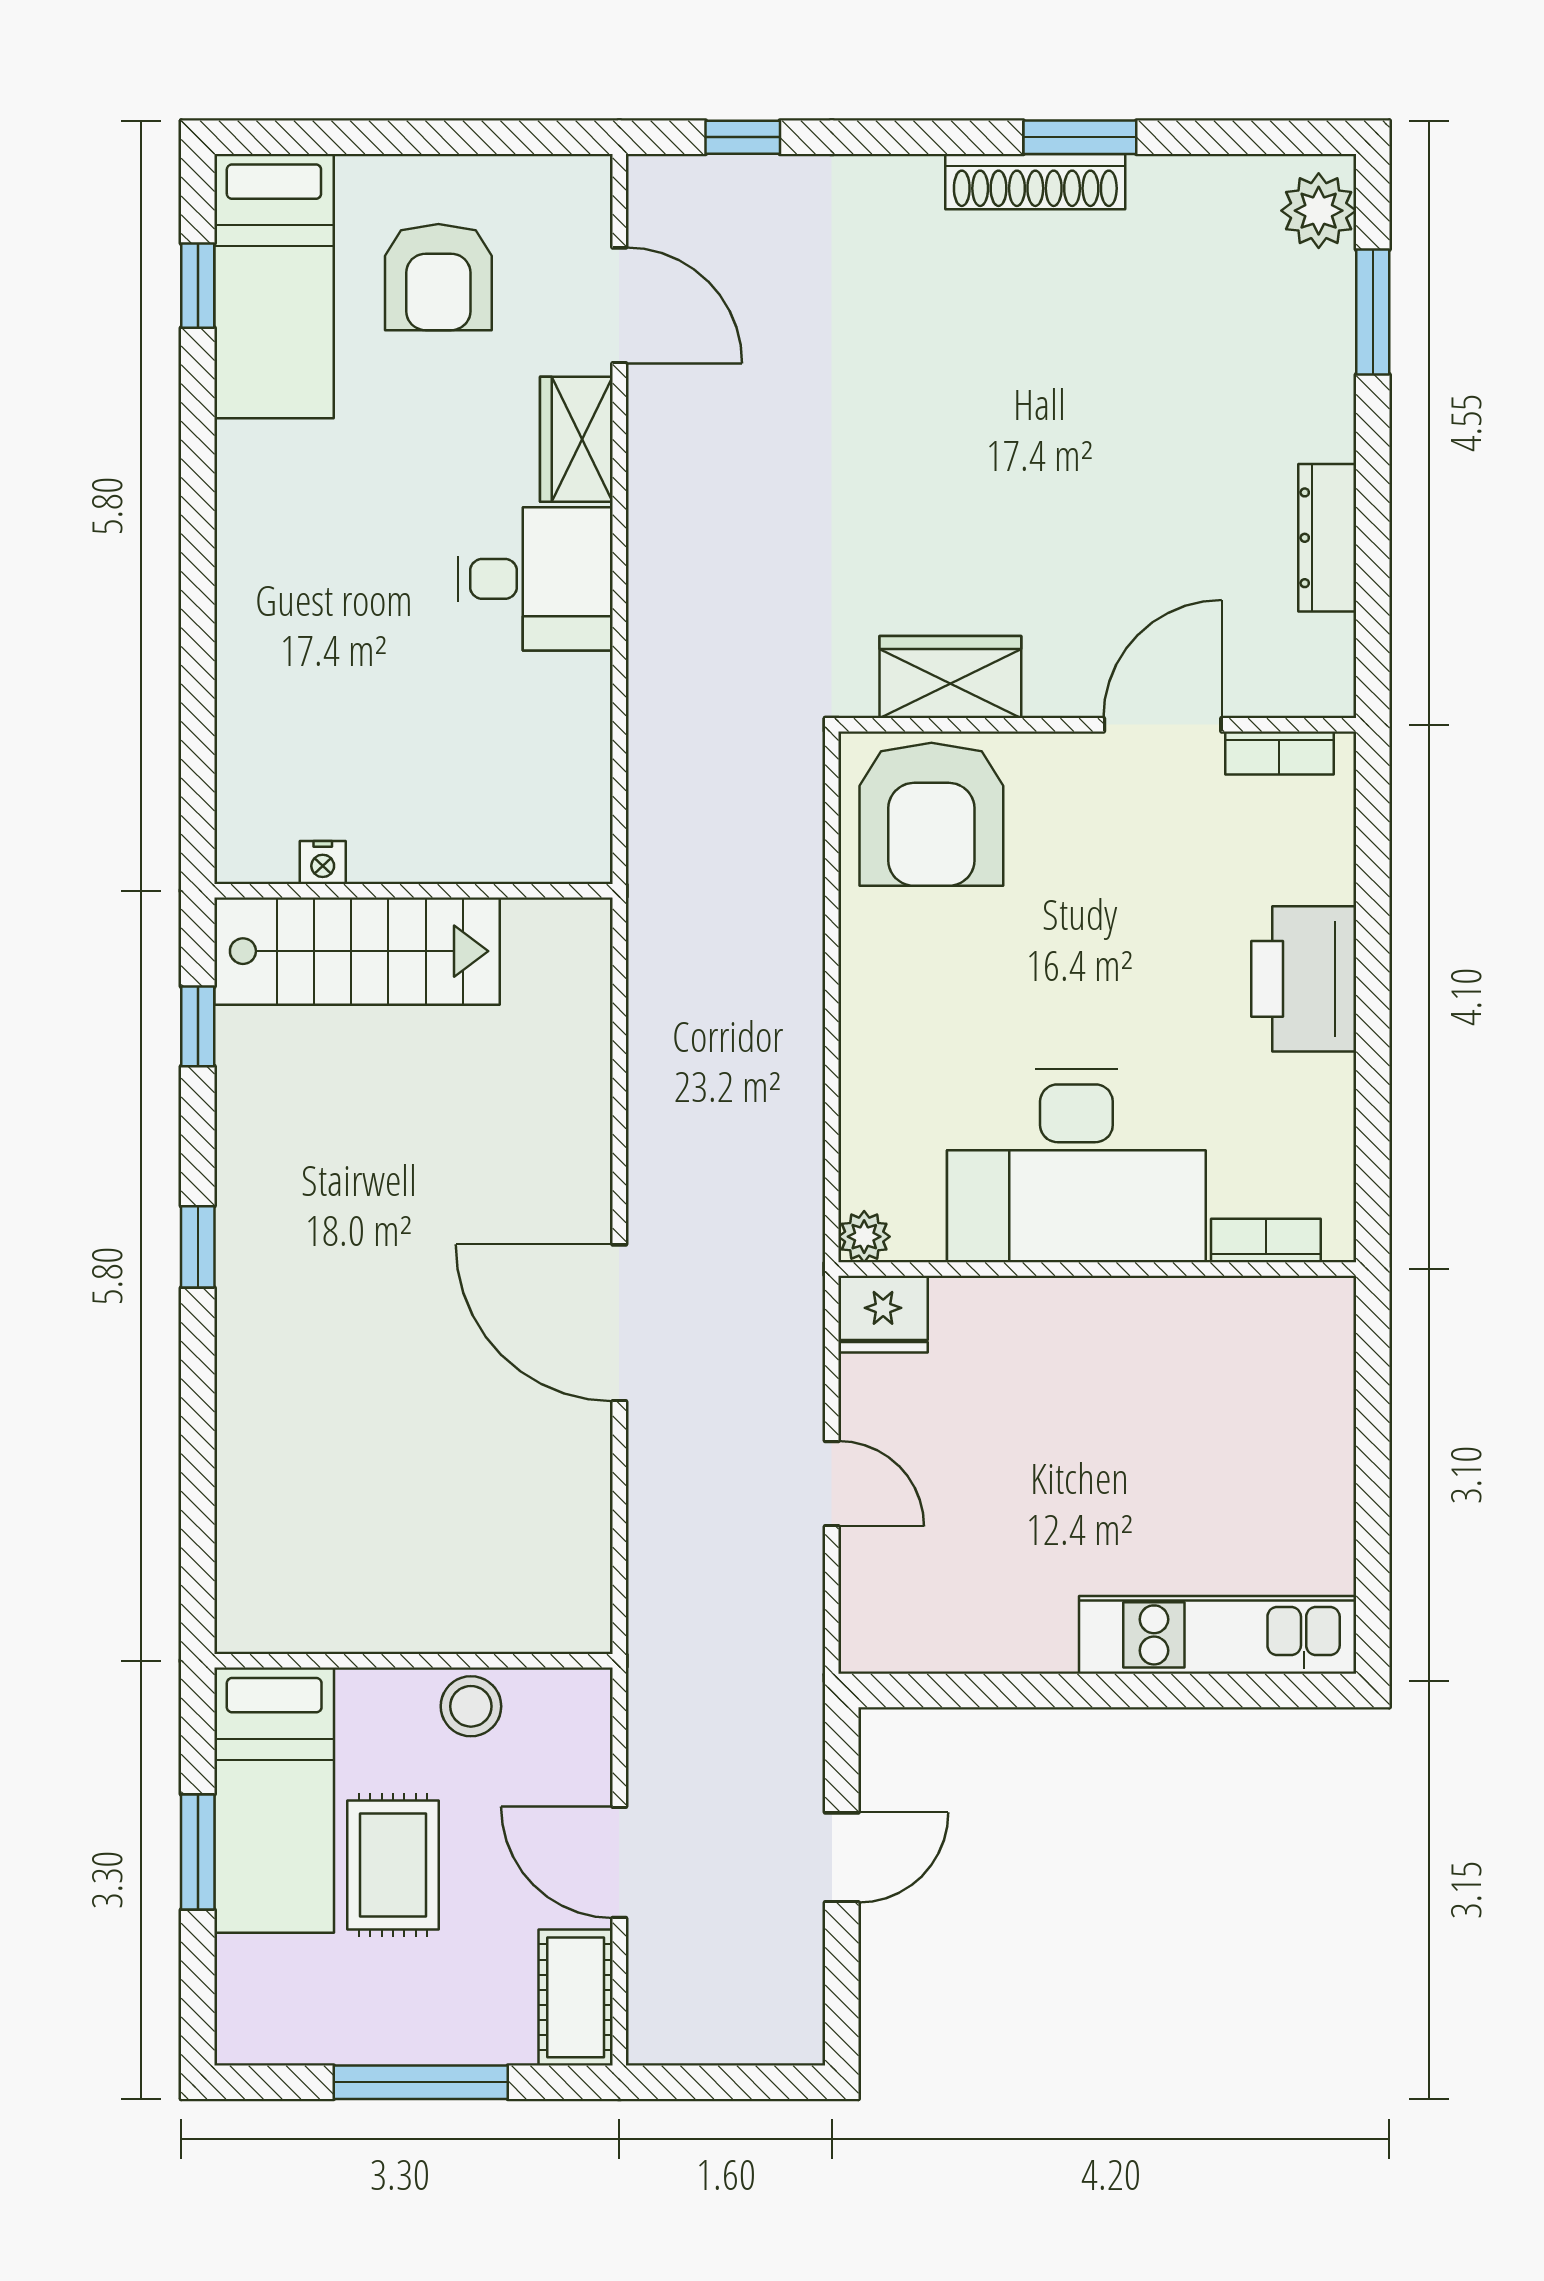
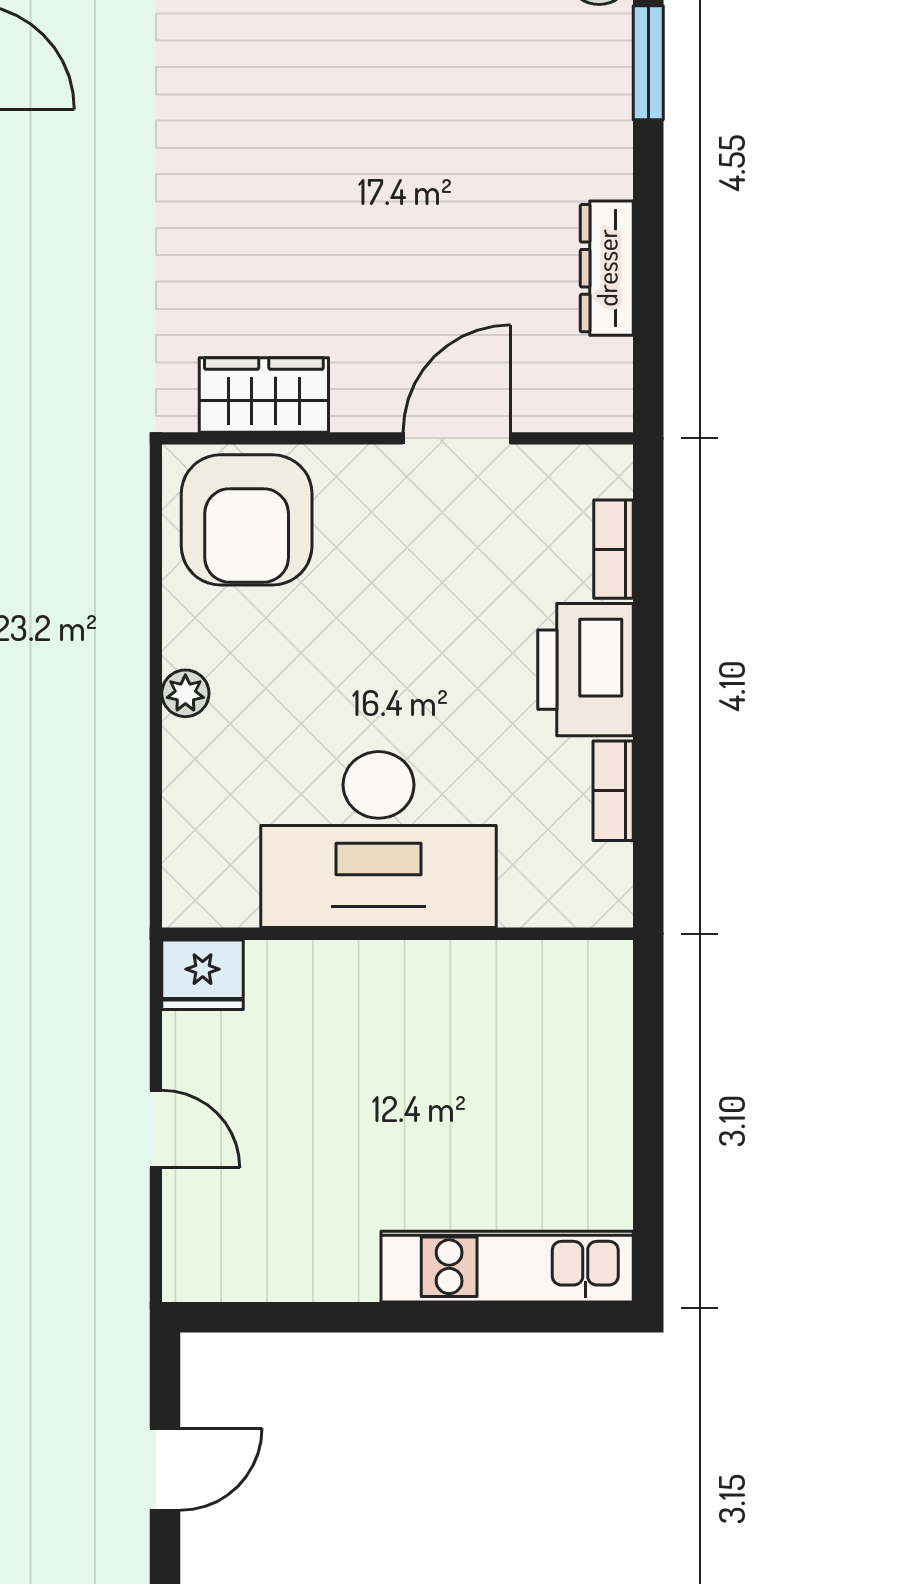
bookcase: (1279, 753) -> (613, 549), moved, turned 90
plant: (864, 1237) -> (185, 693), moved
bookcase: (1266, 1240) -> (613, 791), moved, turned -90

